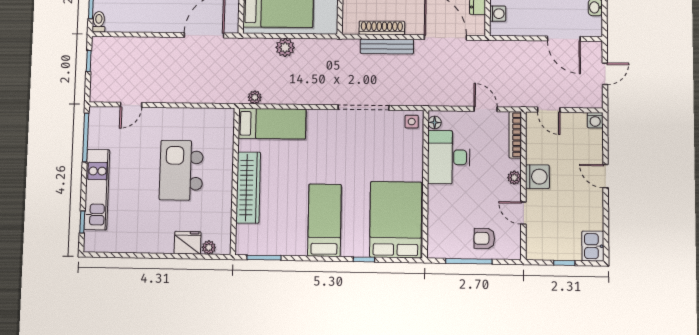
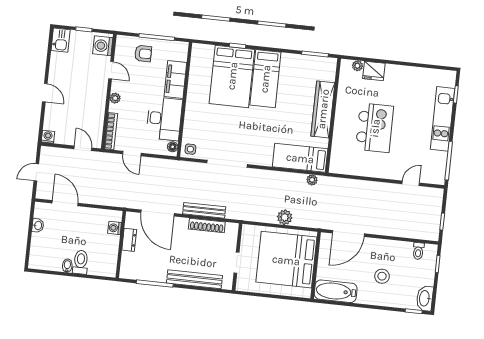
toilet: (99, 22) -> (418, 251), moved
washing machine: (537, 177) -> (103, 46), moved
filing cabinet: (439, 209) -> (175, 79), added
bed: (396, 220) -> (232, 76), moved

